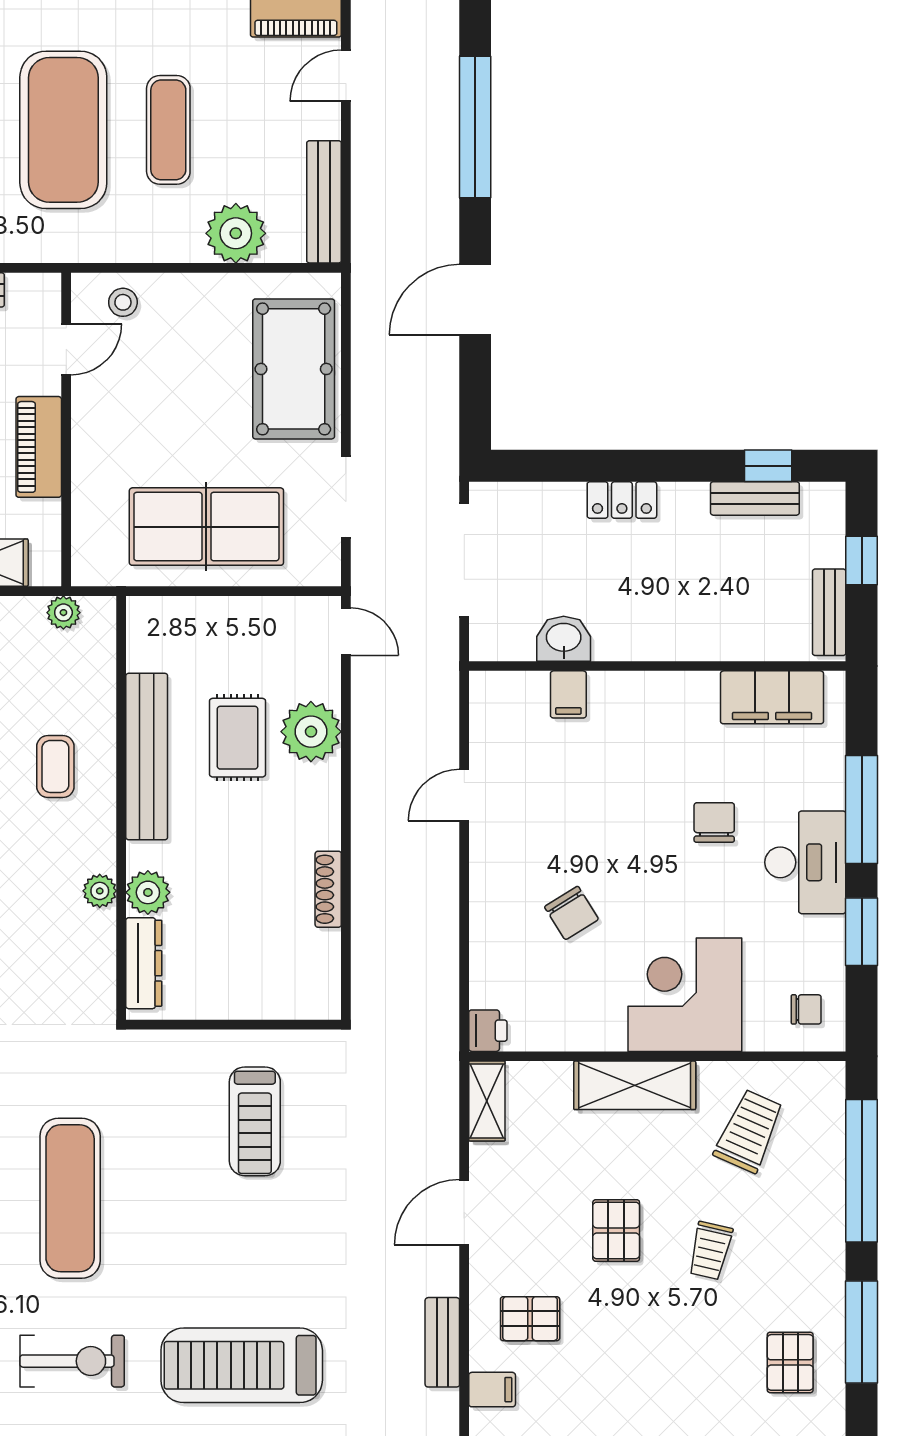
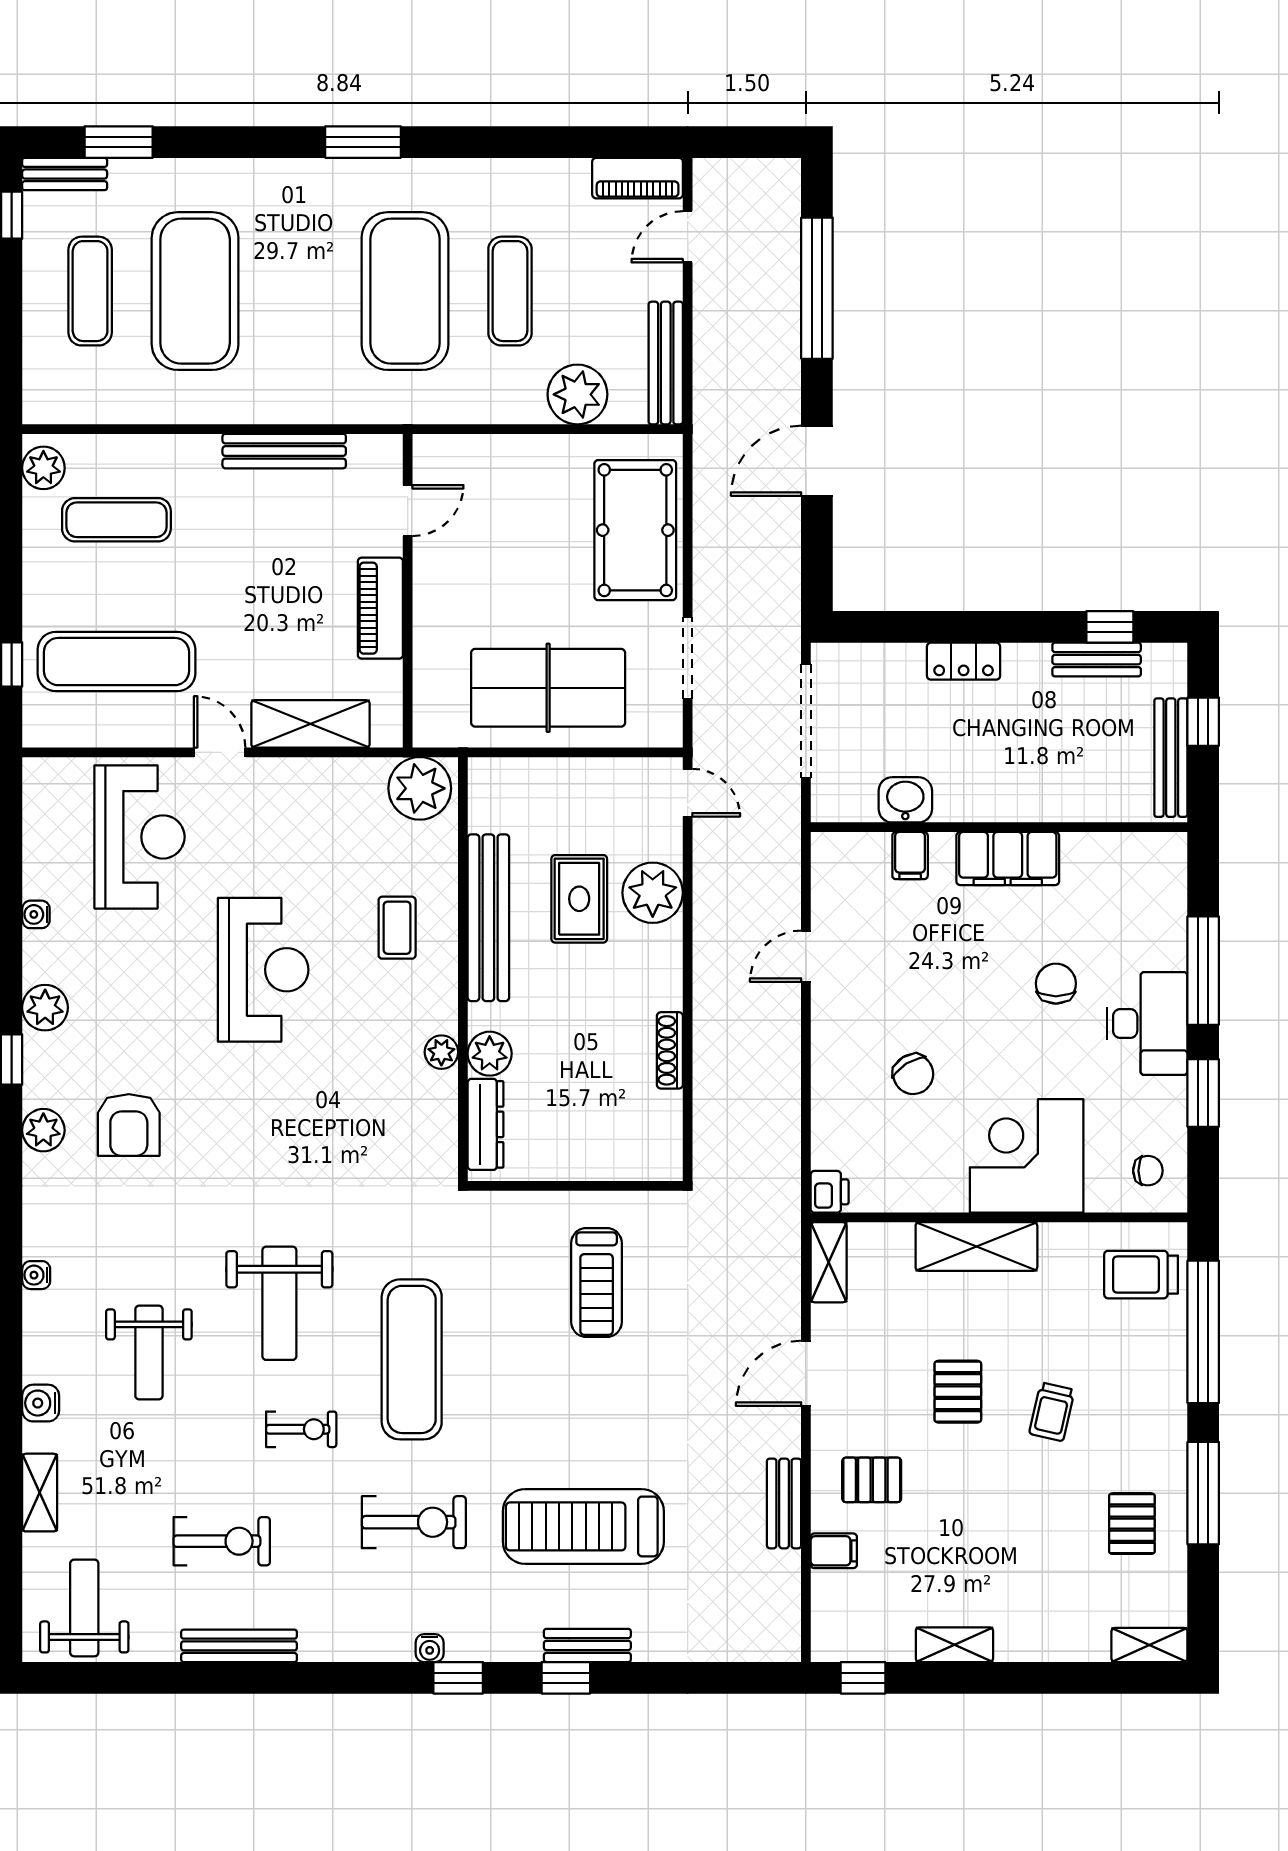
stool: (123, 302) -> (465, 463), removed
bench: (829, 612) -> (1171, 758), width x1.36
plant: (63, 613) -> (420, 788), width x1.88, depth x1.88
filing cabinet: (772, 697) -> (1008, 859), moved
trolley: (749, 1131) -> (1141, 1275), moved, turned -114

